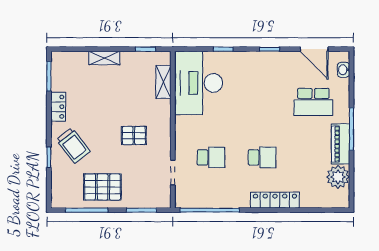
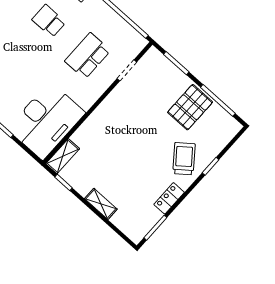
shelving: (163, 82) -> (63, 156), moved
pallet: (134, 136) -> (131, 125), removed
school desk: (211, 157) -> (88, 56), width x1.85
pallet: (102, 187) -> (190, 107), turned 90

